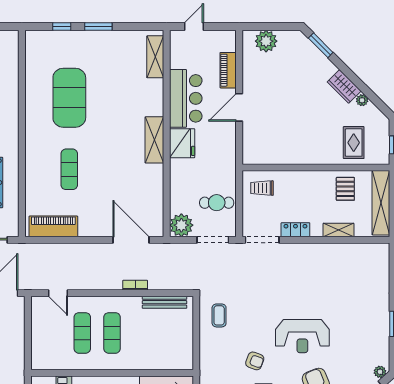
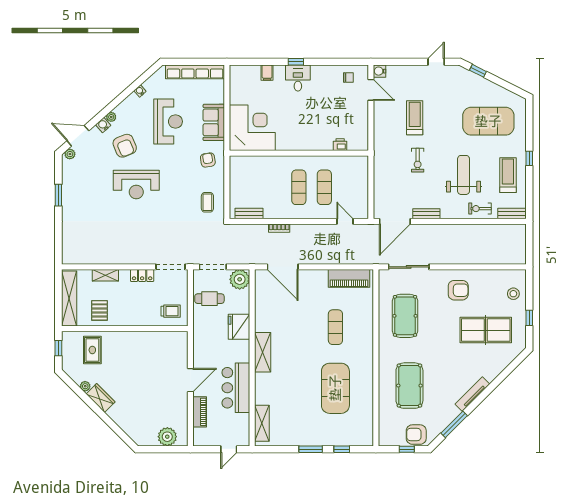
window: (321, 45) -> (121, 433), removed
fridge: (182, 143) -> (239, 327), moved
bench: (165, 302) -> (249, 214), width x0.73
reception desk: (302, 336) -> (136, 185), turned 180
armchair: (255, 361) -> (208, 160), moved, turned 61

